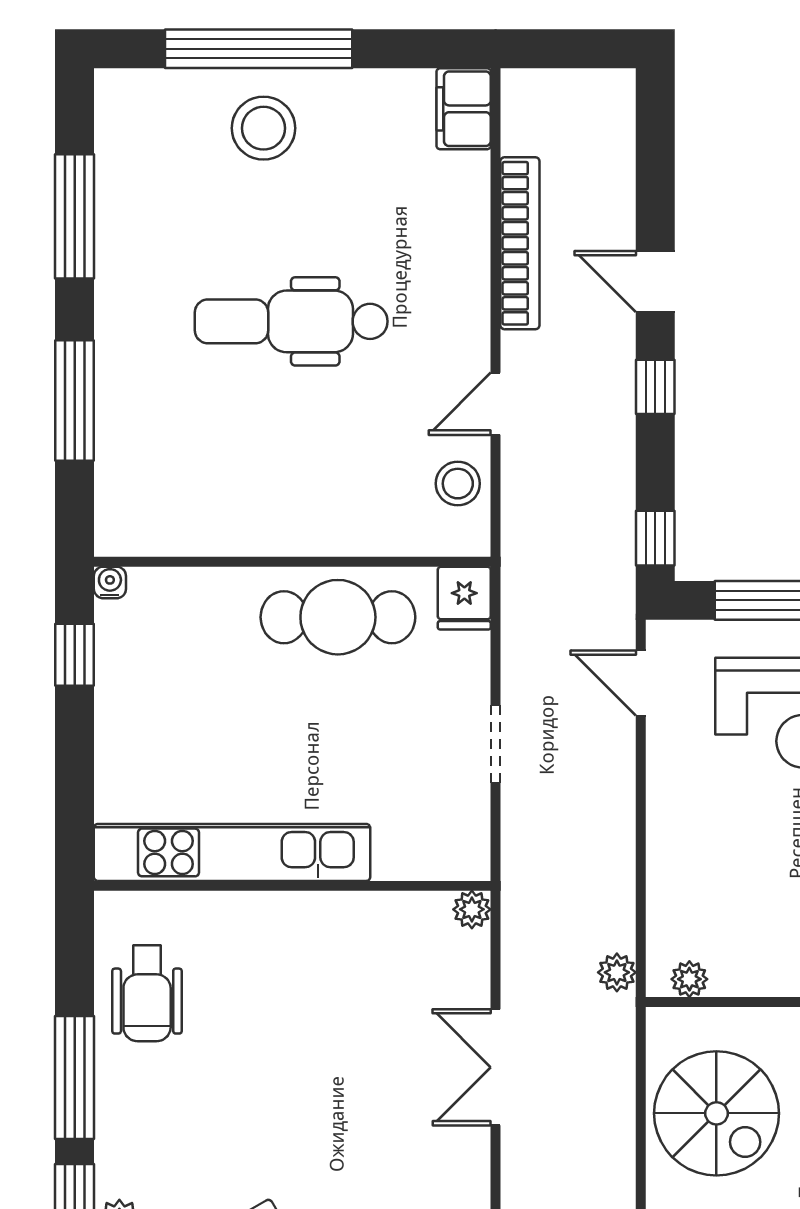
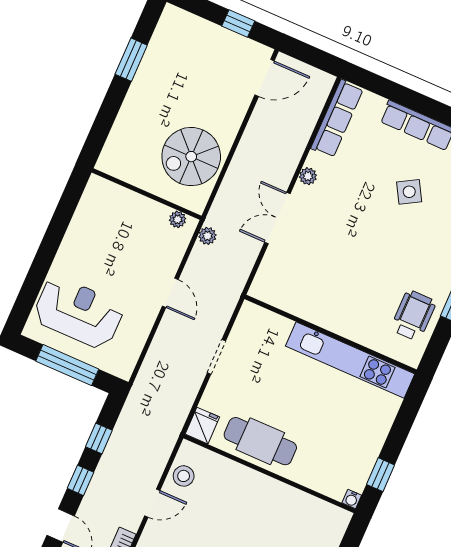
window: (655, 538) -> (99, 438), moved
door: (641, 683) -> (170, 293), moved
plant: (472, 909) -> (308, 176), moved
double door: (496, 1067) -> (277, 218), swing flipped
spiral stairs: (716, 1113) -> (191, 157), turned -90

